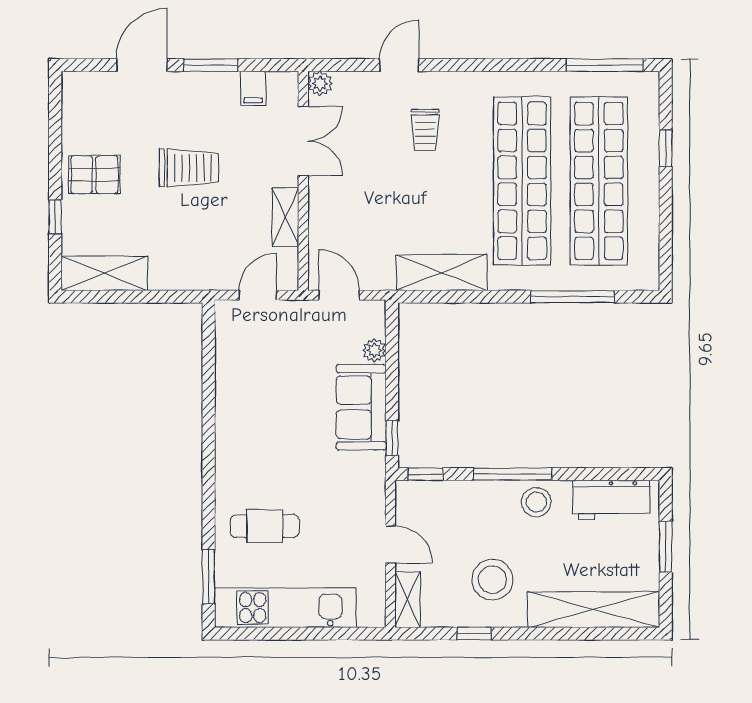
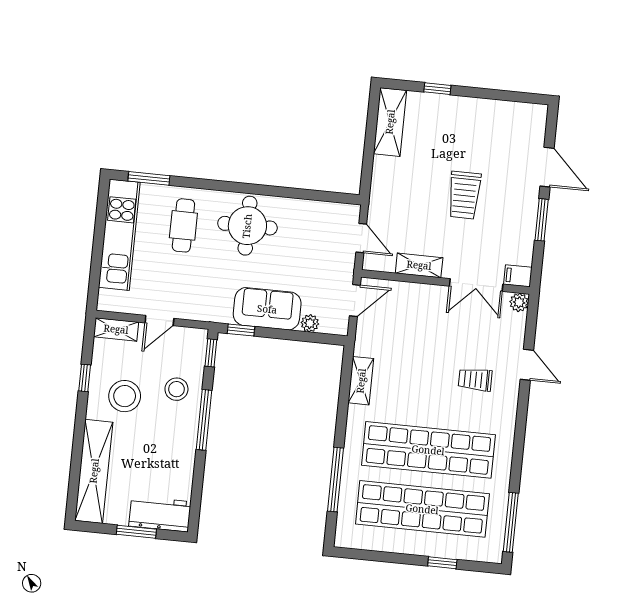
filing cabinet: (253, 88) -> (518, 276), moved
pallet: (94, 175) -> (467, 122), removed
shelving: (442, 272) -> (361, 381), width x0.67, depth x0.75
round table: (257, 444) -> (247, 226), added
workbench: (611, 500) -> (160, 514), moved, turned 90
stool: (536, 502) -> (176, 389), moved

